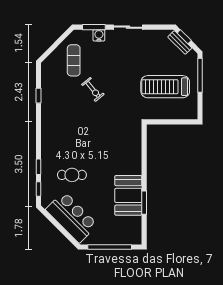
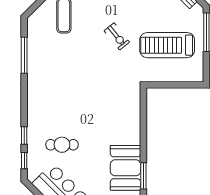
exercise bike: (93, 89) -> (117, 36), moved
window: (38, 96) -> (24, 55), width x2.17

